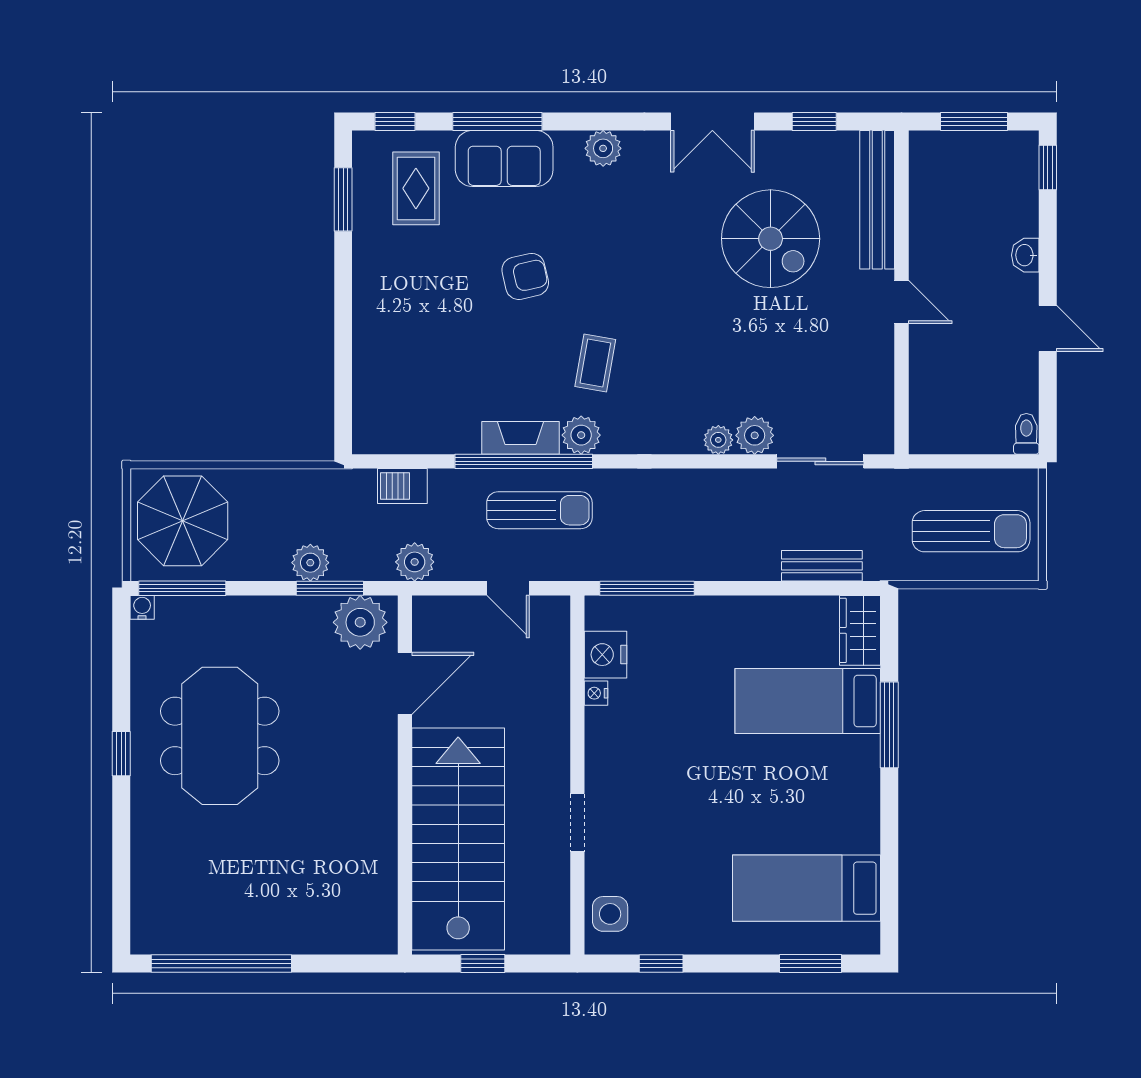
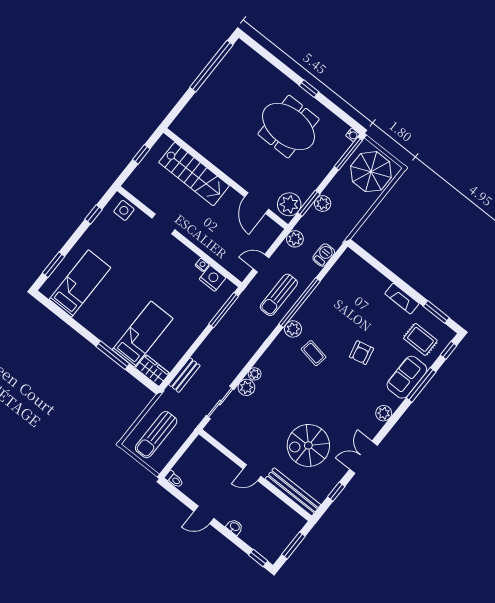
fireplace: (520, 438) -> (402, 299), moved, turned 90
stairs: (458, 839) -> (194, 174), width x0.73, depth x0.66

